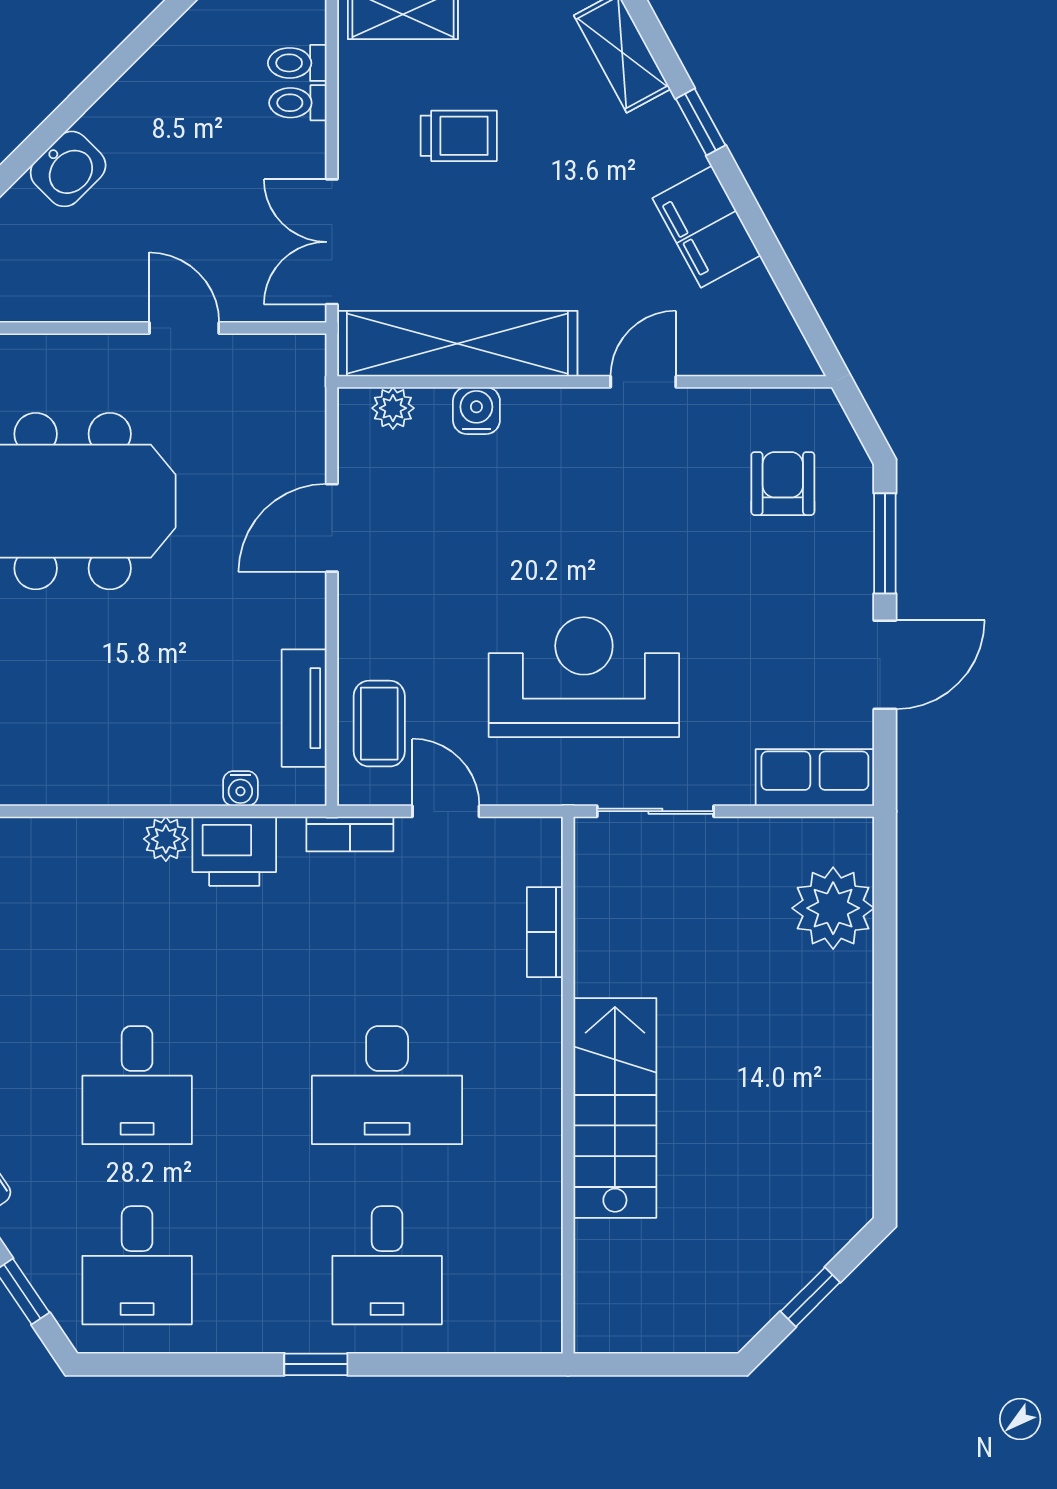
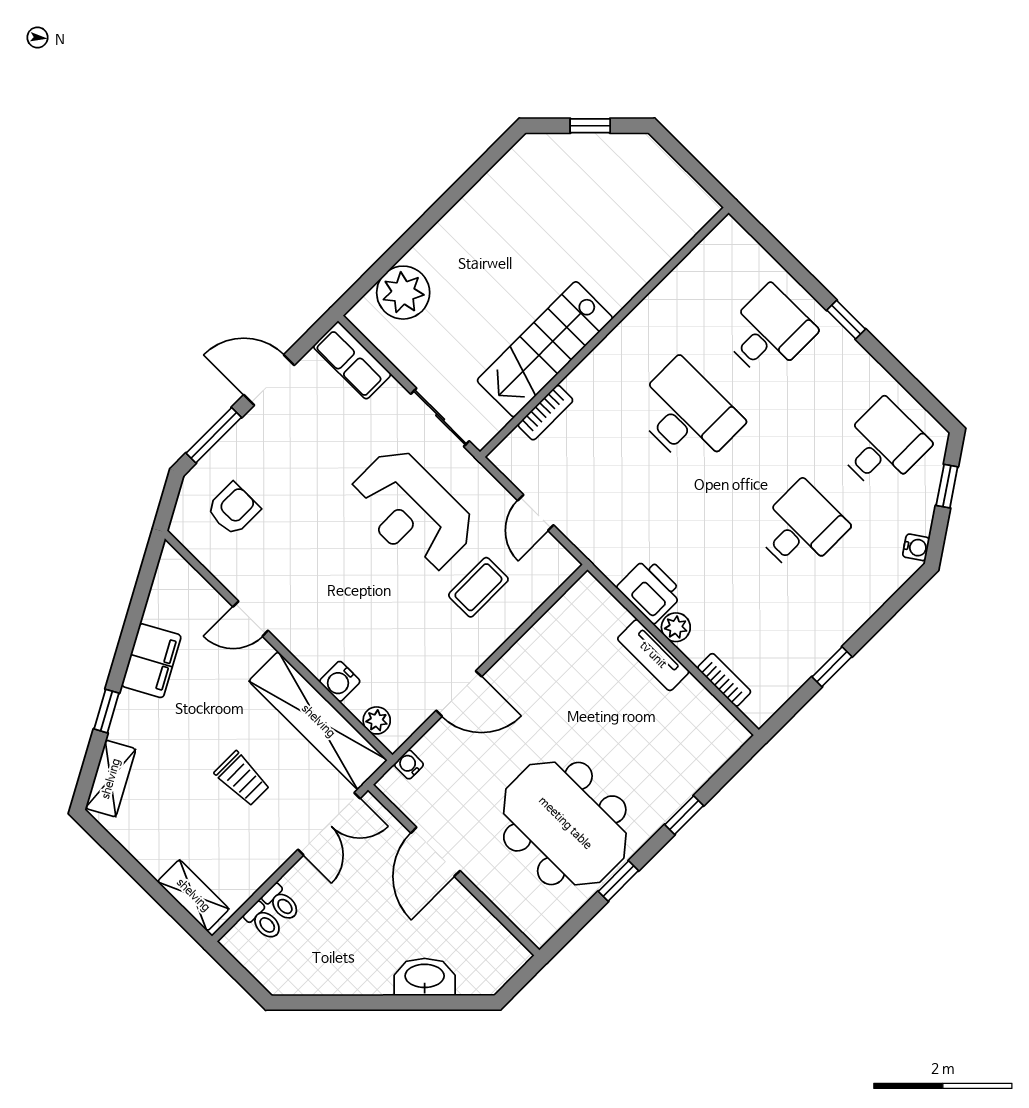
trolley: (459, 136) -> (242, 779), moved, turned 180
washbasin: (68, 169) -> (425, 977), width x1.38
door: (184, 328) -> (435, 852), width x1.38
armchair: (783, 484) -> (233, 509), turned 180
tv unit: (304, 708) -> (653, 655), moved, turned 90
coffee table: (379, 724) -> (478, 587), moved
water cooler: (240, 788) -> (409, 765), moved, turned -90
bookcase: (350, 834) -> (724, 680), moved
stairs: (615, 1108) -> (545, 349), moved

